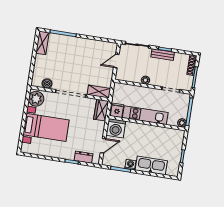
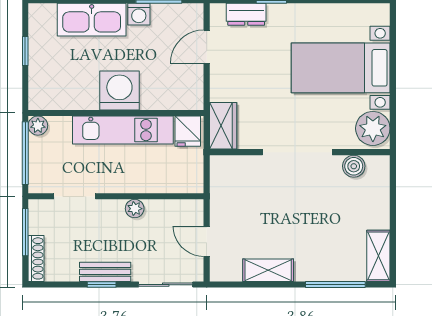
door: (116, 61) -> (207, 241), swing flipped
shelving: (99, 92) -> (268, 270), moved
washing machine: (116, 128) -> (119, 90), moved

